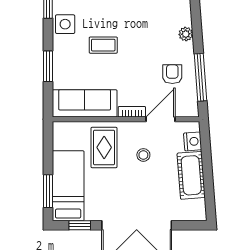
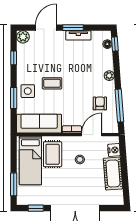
side table: (65, 24) -> (28, 91), moved
bed: (68, 186) -> (30, 160), moved, turned 180

